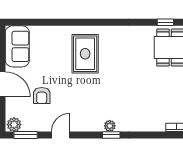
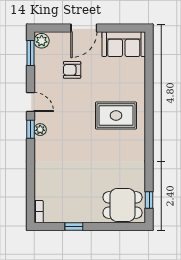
plant: (110, 126) -> (40, 130), moved
door: (61, 135) -> (31, 102), moved
window: (111, 135) -> (31, 129), moved

